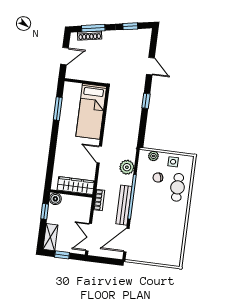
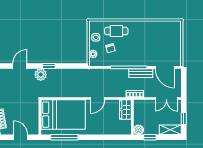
window: (58, 109) -> (64, 137), width x1.44
bed: (91, 111) -> (63, 115), width x1.50
plant: (127, 167) -> (41, 75), moved
wardrobe: (76, 186) -> (125, 110), width x0.67
bench: (124, 205) -> (141, 73), width x0.73

